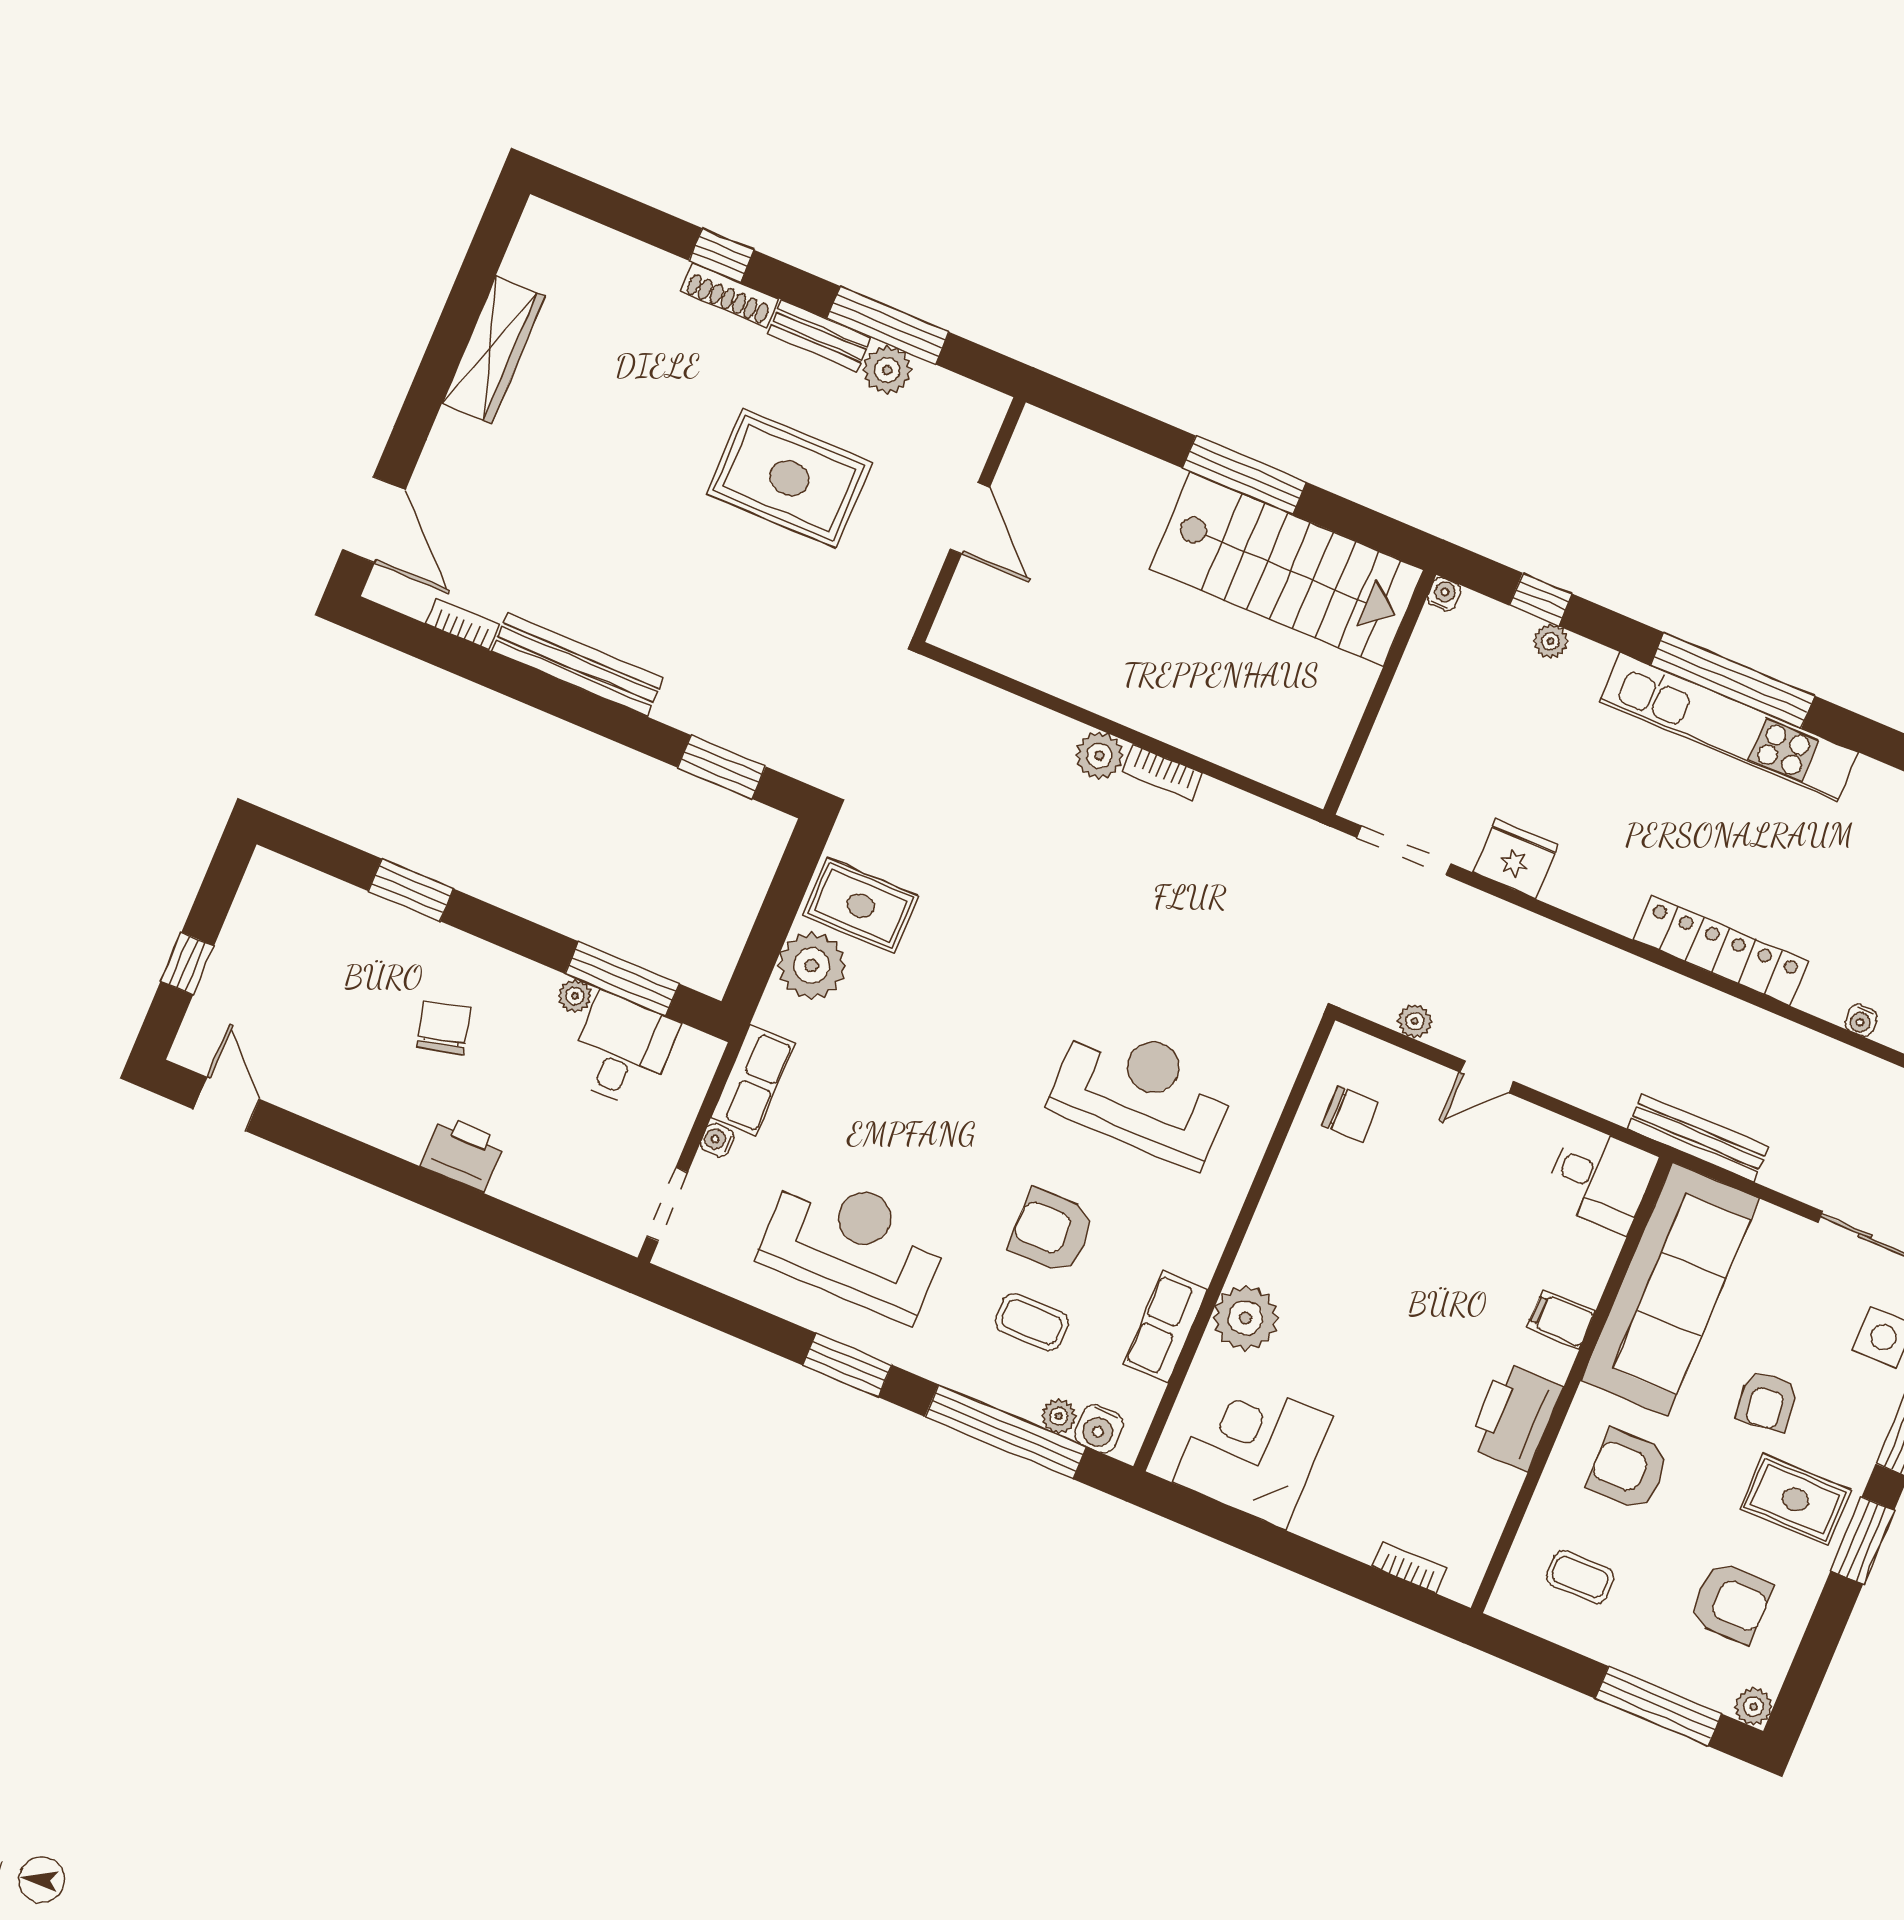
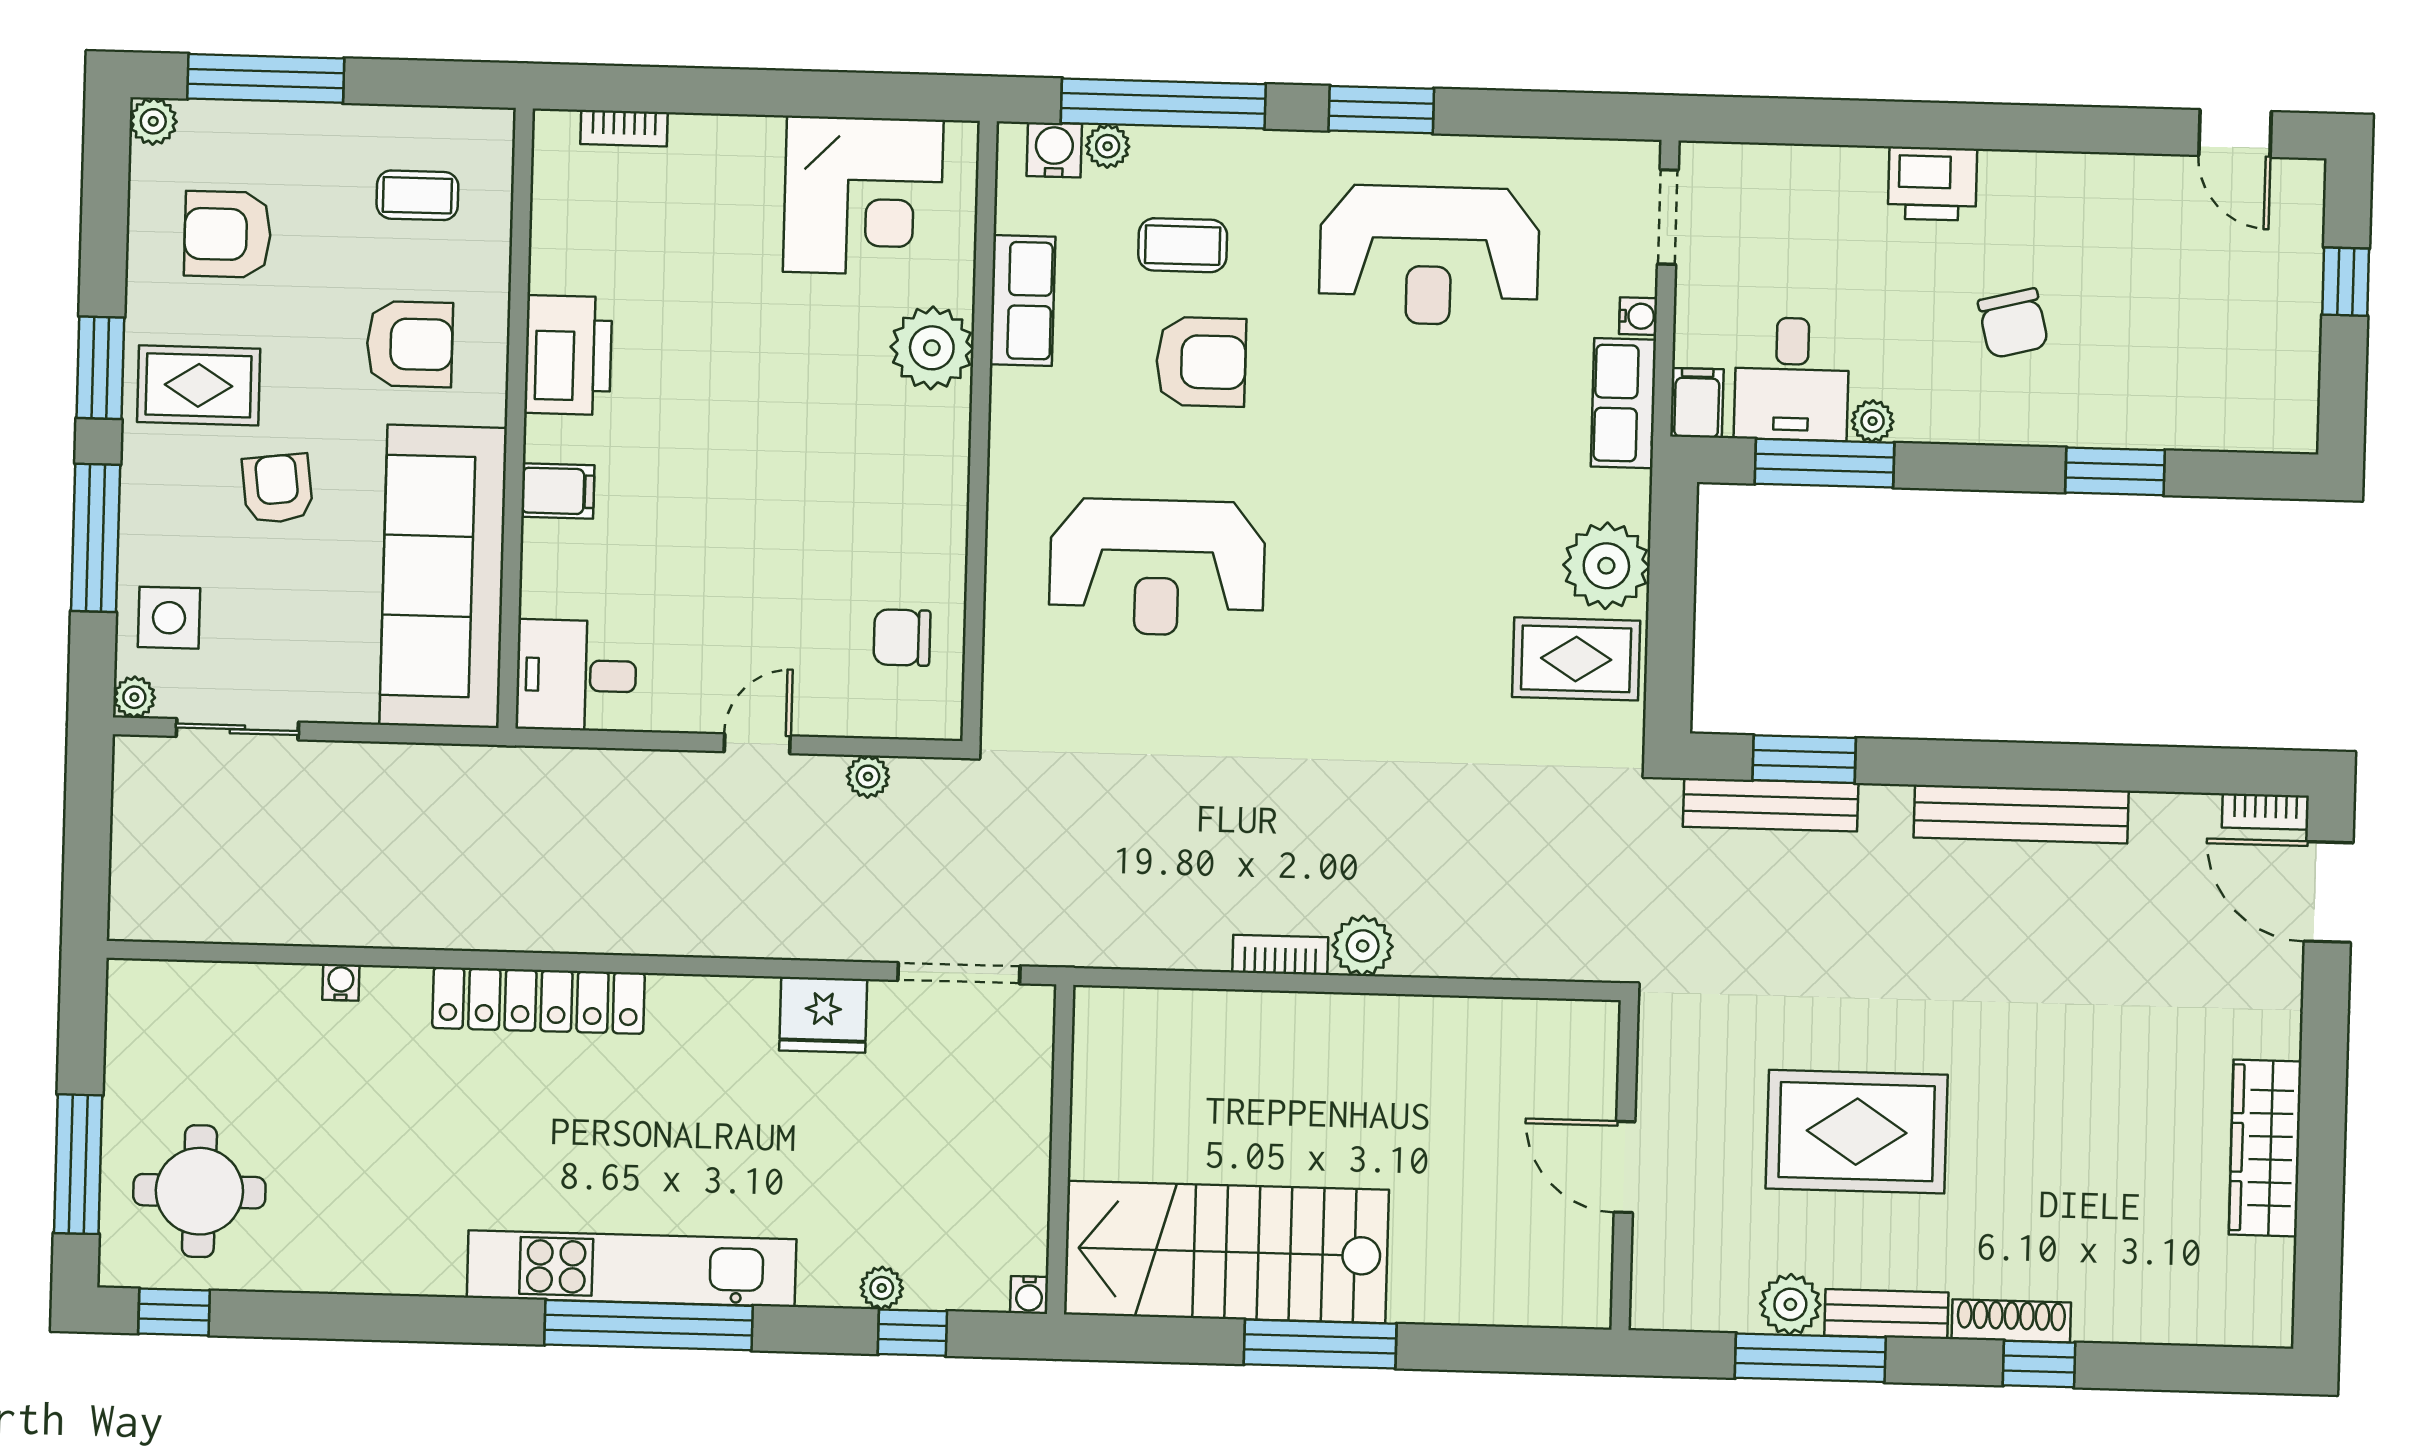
bookcase: (463, 624) -> (2265, 812), moved
filing cabinet: (699, 1059) -> (1697, 403), added
bench: (1698, 1137) -> (1771, 805), moved

